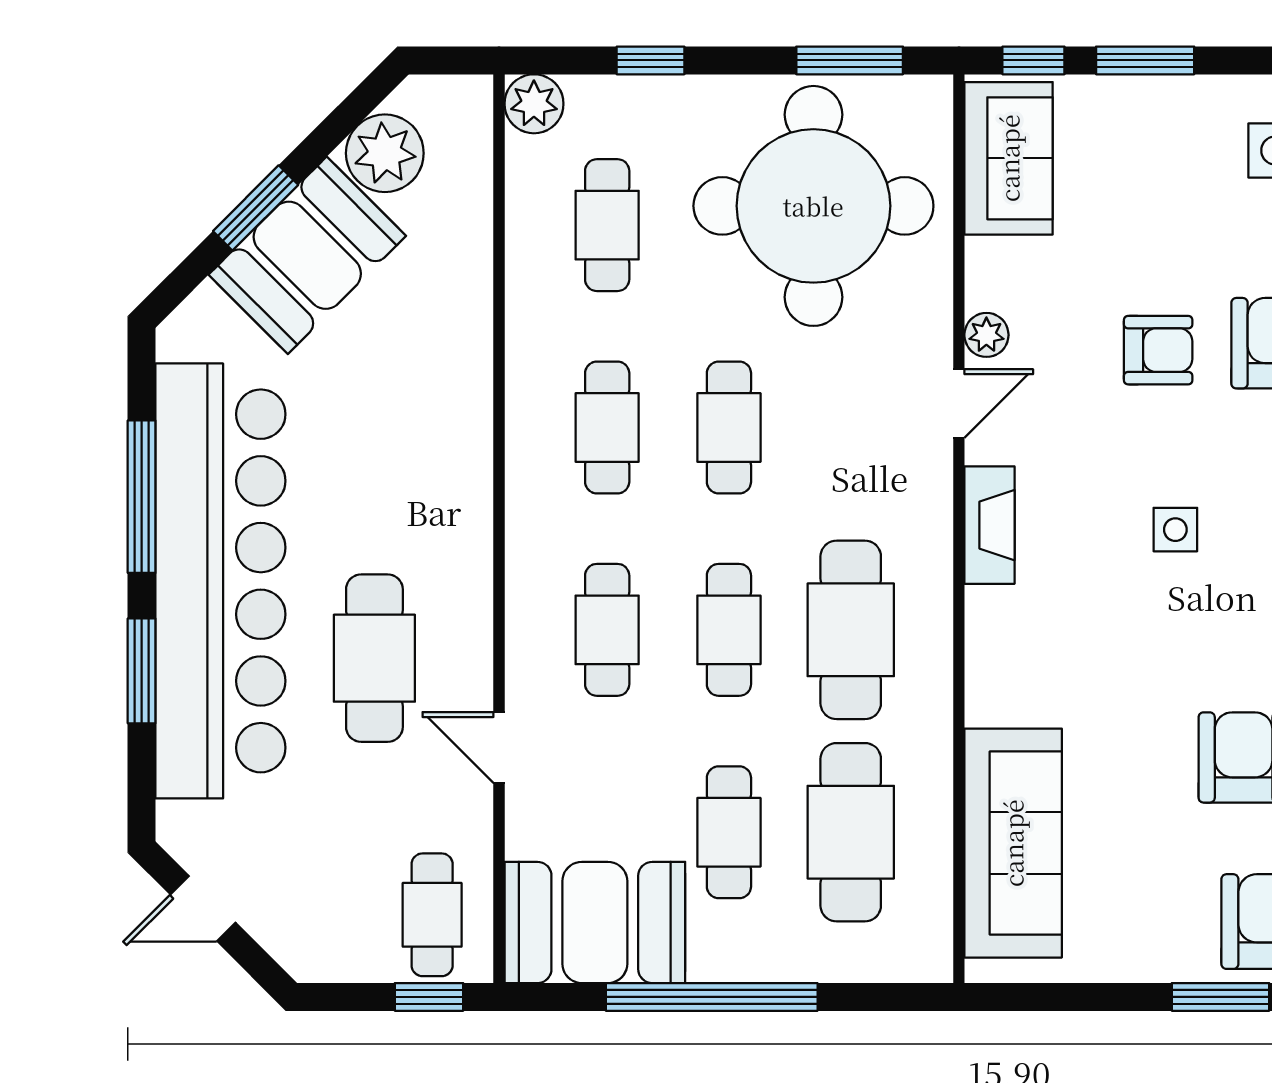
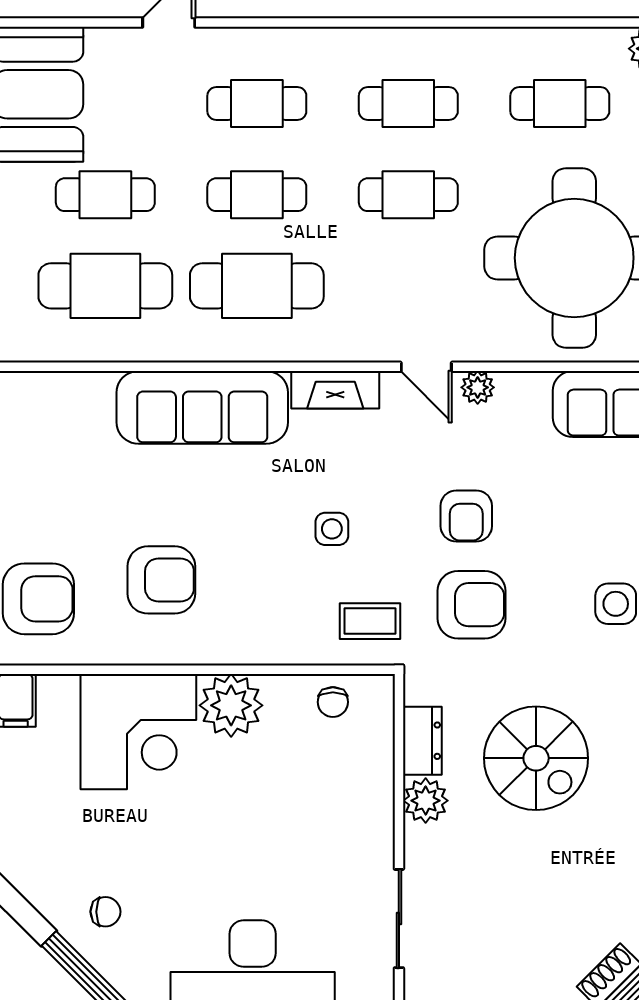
sofa: (1013, 843) -> (202, 407), moved

